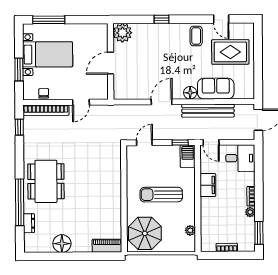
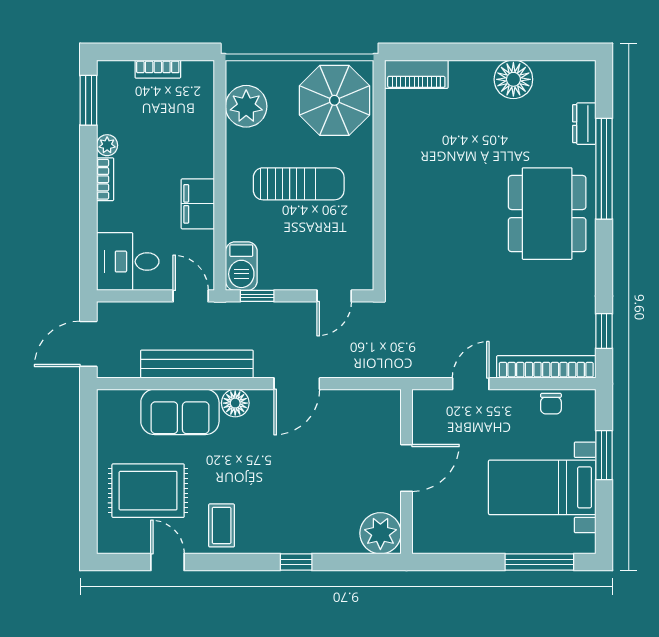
plant: (190, 230) -> (246, 106), width x1.88, depth x1.88

